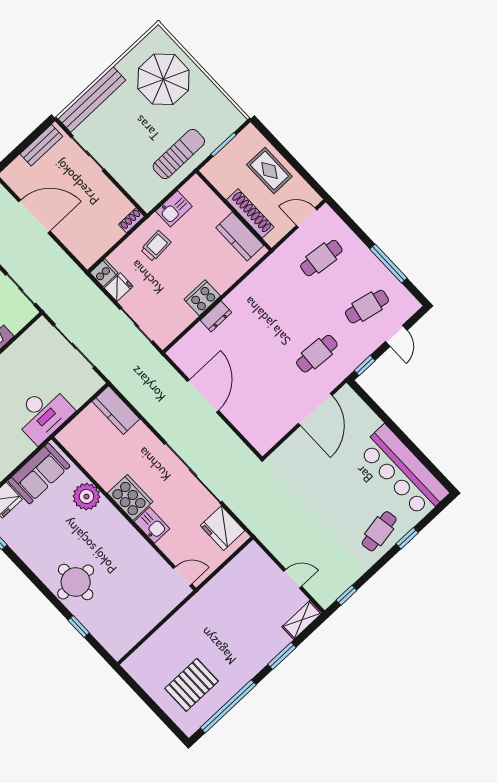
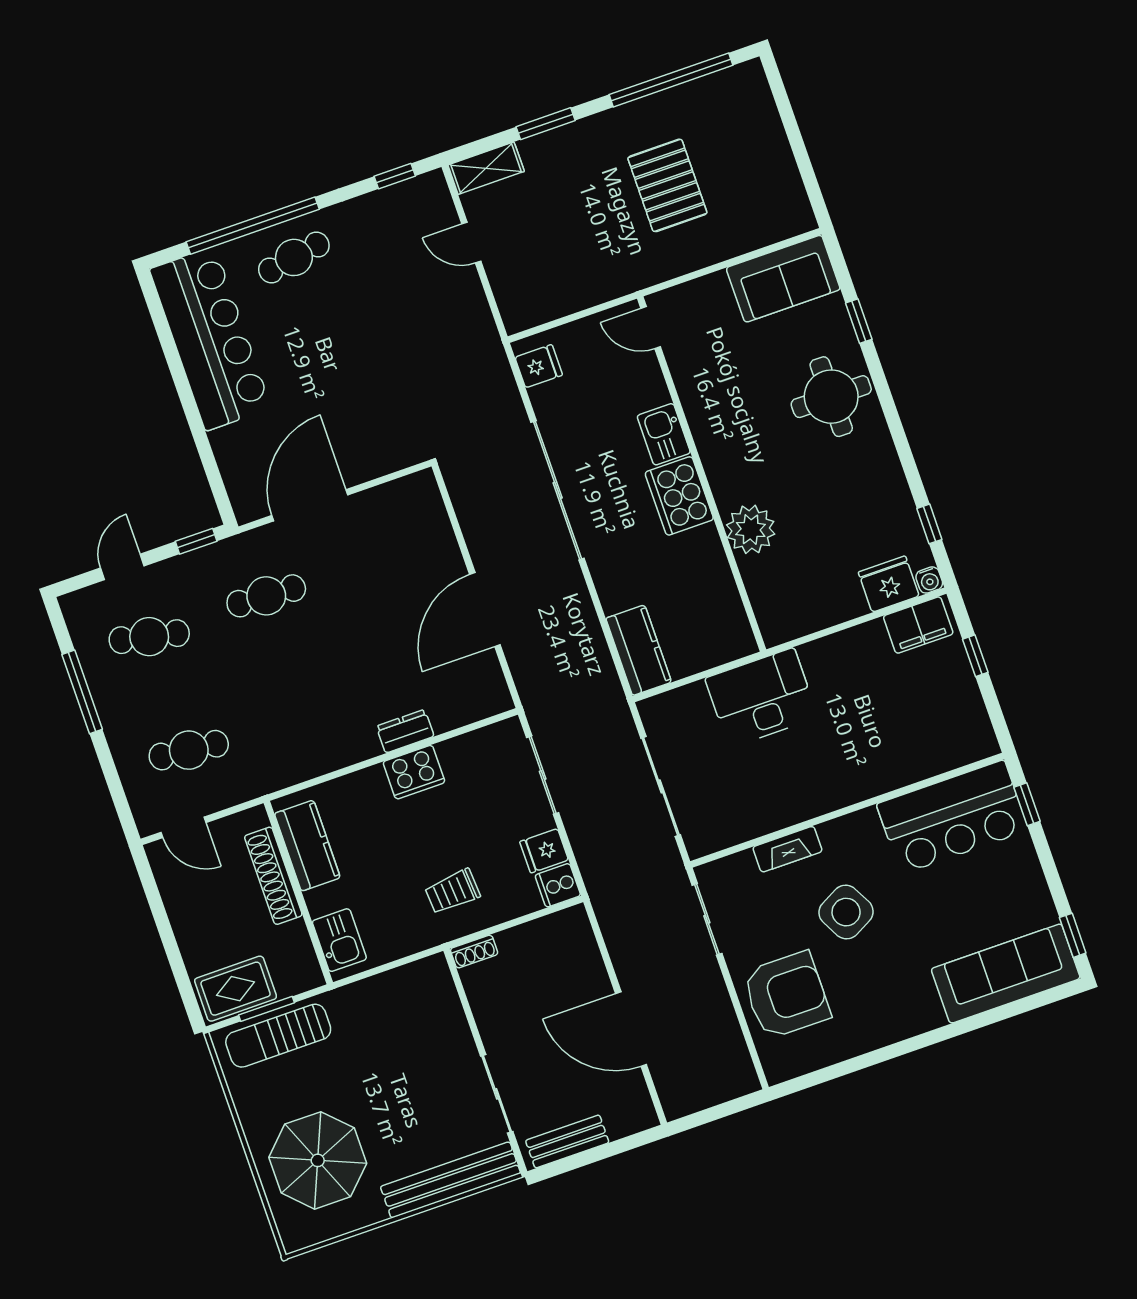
sun lounger: (179, 154) -> (278, 1036), moved
rug: (269, 170) -> (236, 989), moved, turned 90
kitchen sink: (174, 209) -> (339, 940), moved, turned 90
sofa: (39, 473) -> (783, 279), moved, turned 180
fridge: (222, 528) -> (539, 366), width x0.53, depth x0.75
window: (407, 538) -> (253, 226), width x3.17
pallet: (192, 685) -> (667, 185), moved, turned 90

